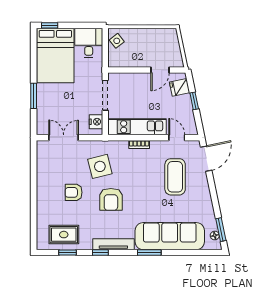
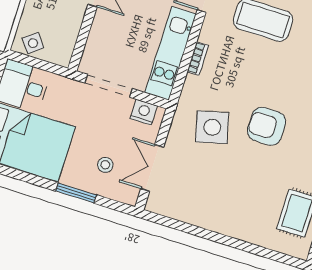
stool: (56, 108) -> (105, 165), added
armchair: (74, 192) -> (239, 179), removed
armchair: (111, 199) -> (267, 126), turned 180

